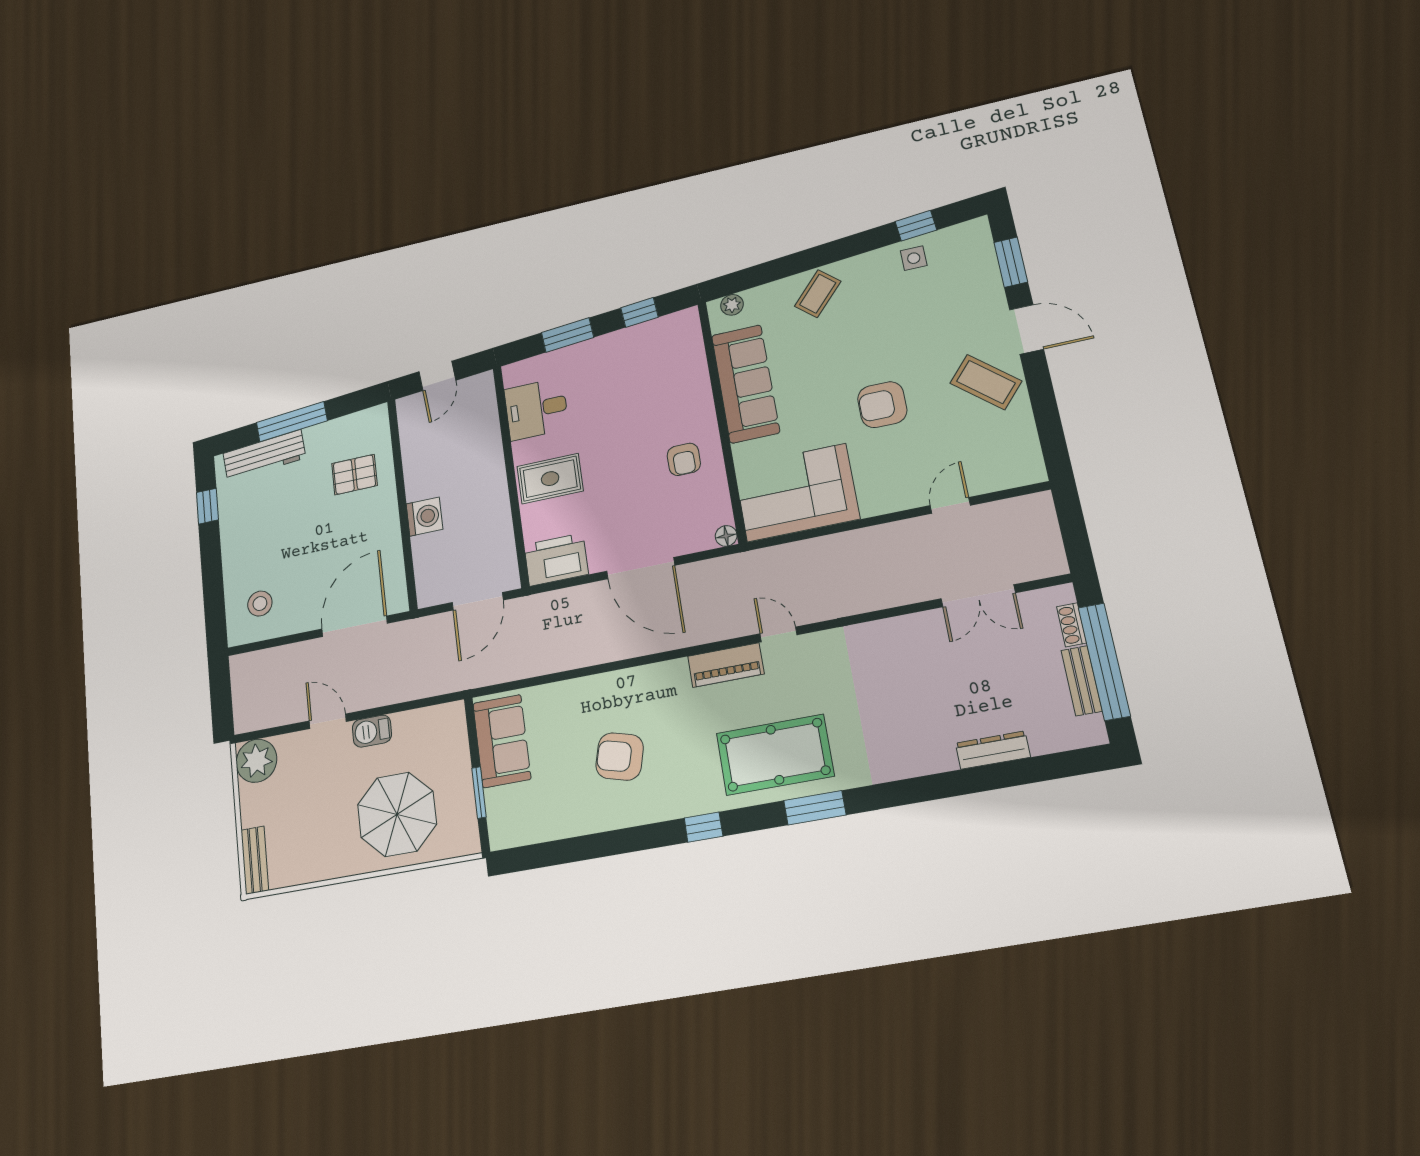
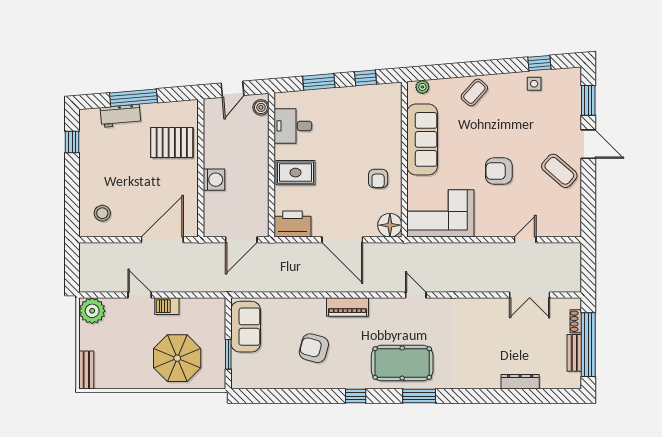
boiler: (484, 393) -> (261, 107), added
workbench: (264, 456) -> (120, 116), width x0.73
pallet: (354, 475) -> (172, 143), width x1.50, depth x1.42
floor lamp: (726, 536) -> (390, 225), width x1.89, depth x1.89
piano: (726, 665) -> (348, 307), moved

